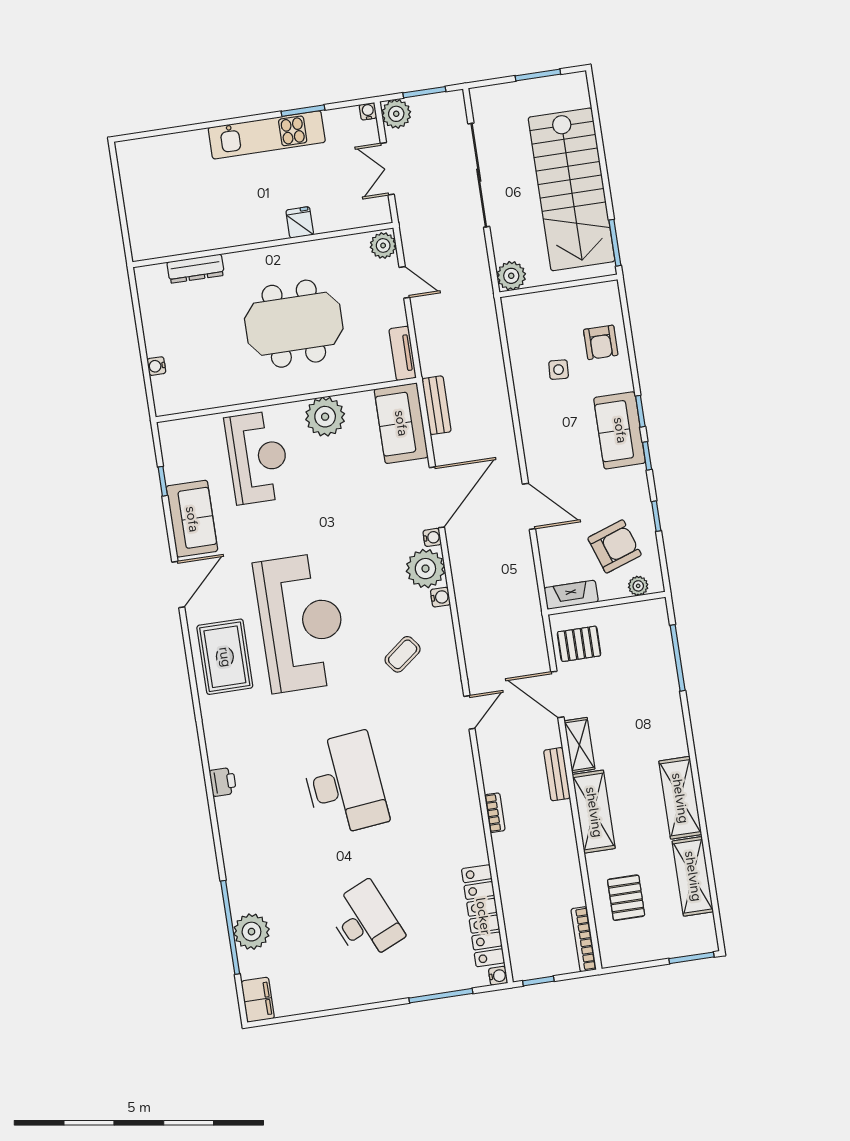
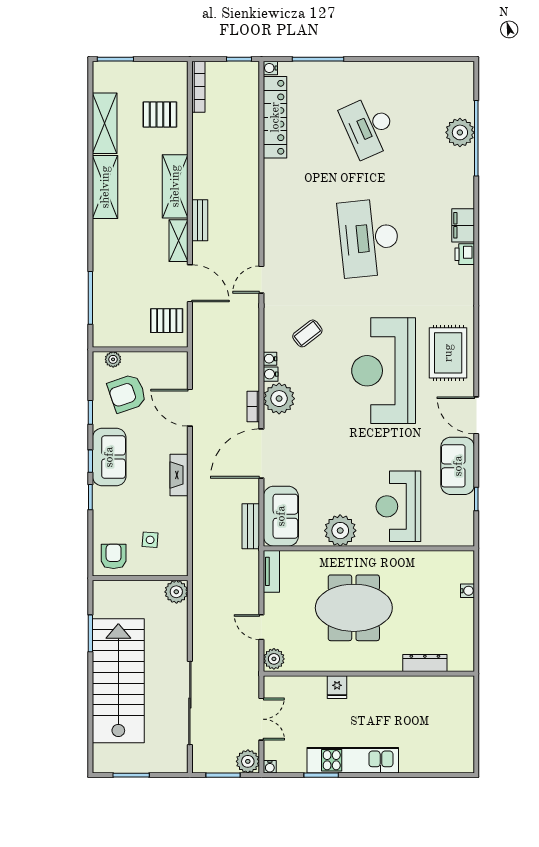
plant: (511, 276) -> (176, 592), moved
wall: (558, 286) -> (140, 578), moved
sofa: (620, 430) -> (109, 457), moved
door: (529, 506) -> (190, 408), moved
water cooler: (432, 537) -> (270, 359), moved
door: (178, 585) -> (476, 415), hinge flipped
fireplace: (571, 595) -> (179, 475), moved, turned 90
bookcase: (495, 813) -> (253, 407), moved
pallet: (626, 898) -> (160, 114), turned 90
filing cabinet: (258, 1000) -> (463, 225), moved

